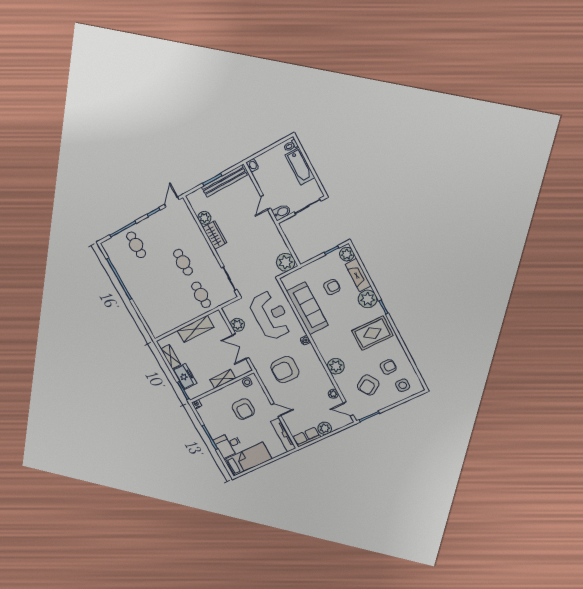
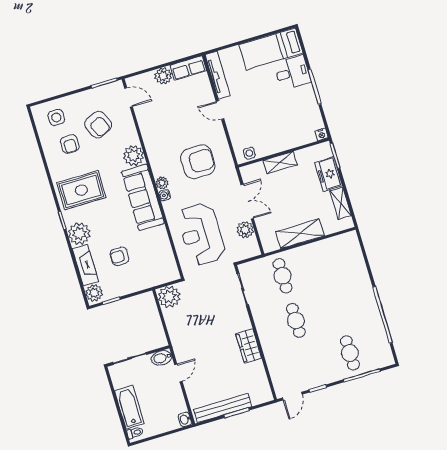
plant: (204, 218) -> (257, 369), removed
sofa: (307, 308) -> (143, 197), moved
armchair: (388, 367) -> (70, 144), turned -90
armchair: (368, 385) -> (98, 125), turned 97
plant: (333, 394) -> (162, 183), moved
armchair: (243, 409) -> (262, 118), removed

